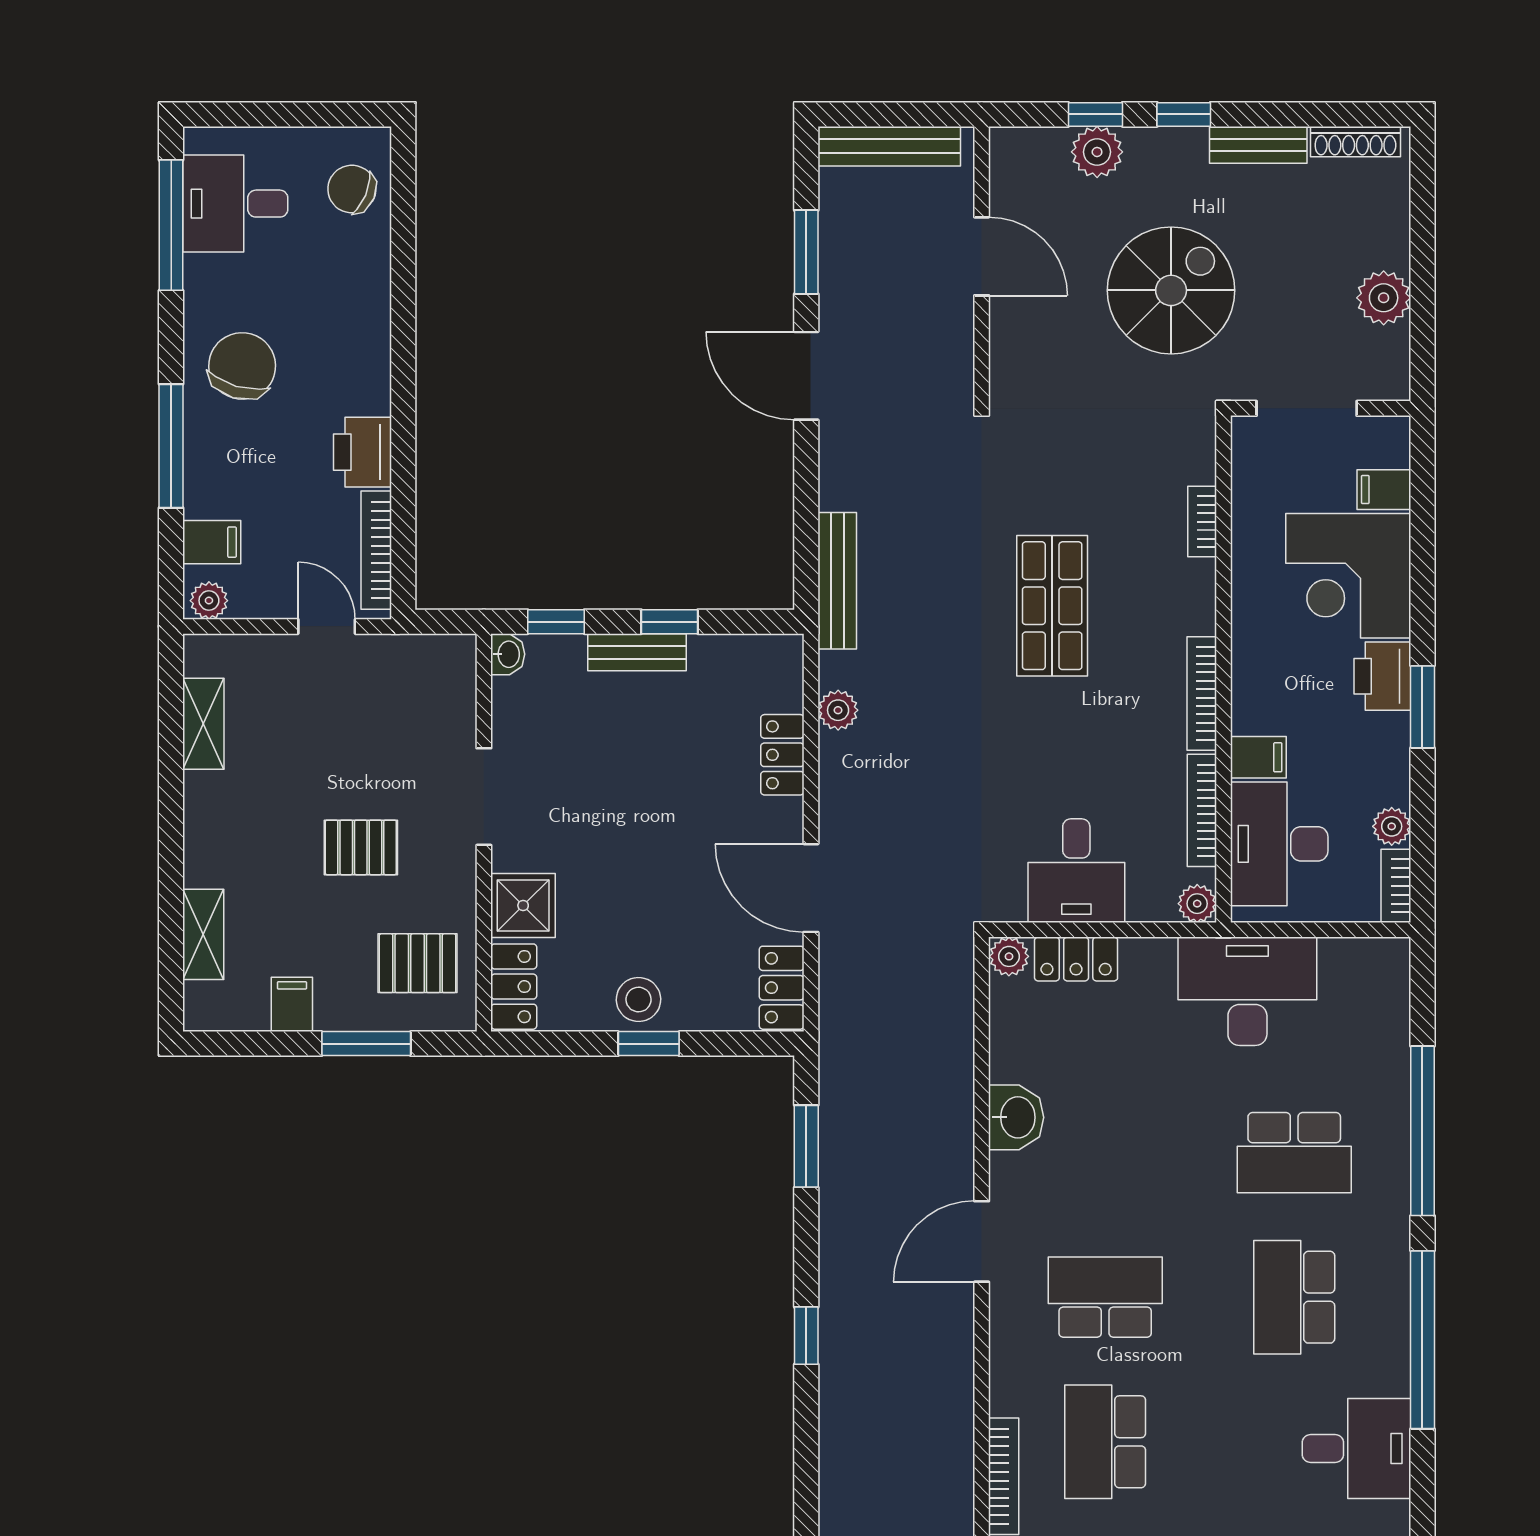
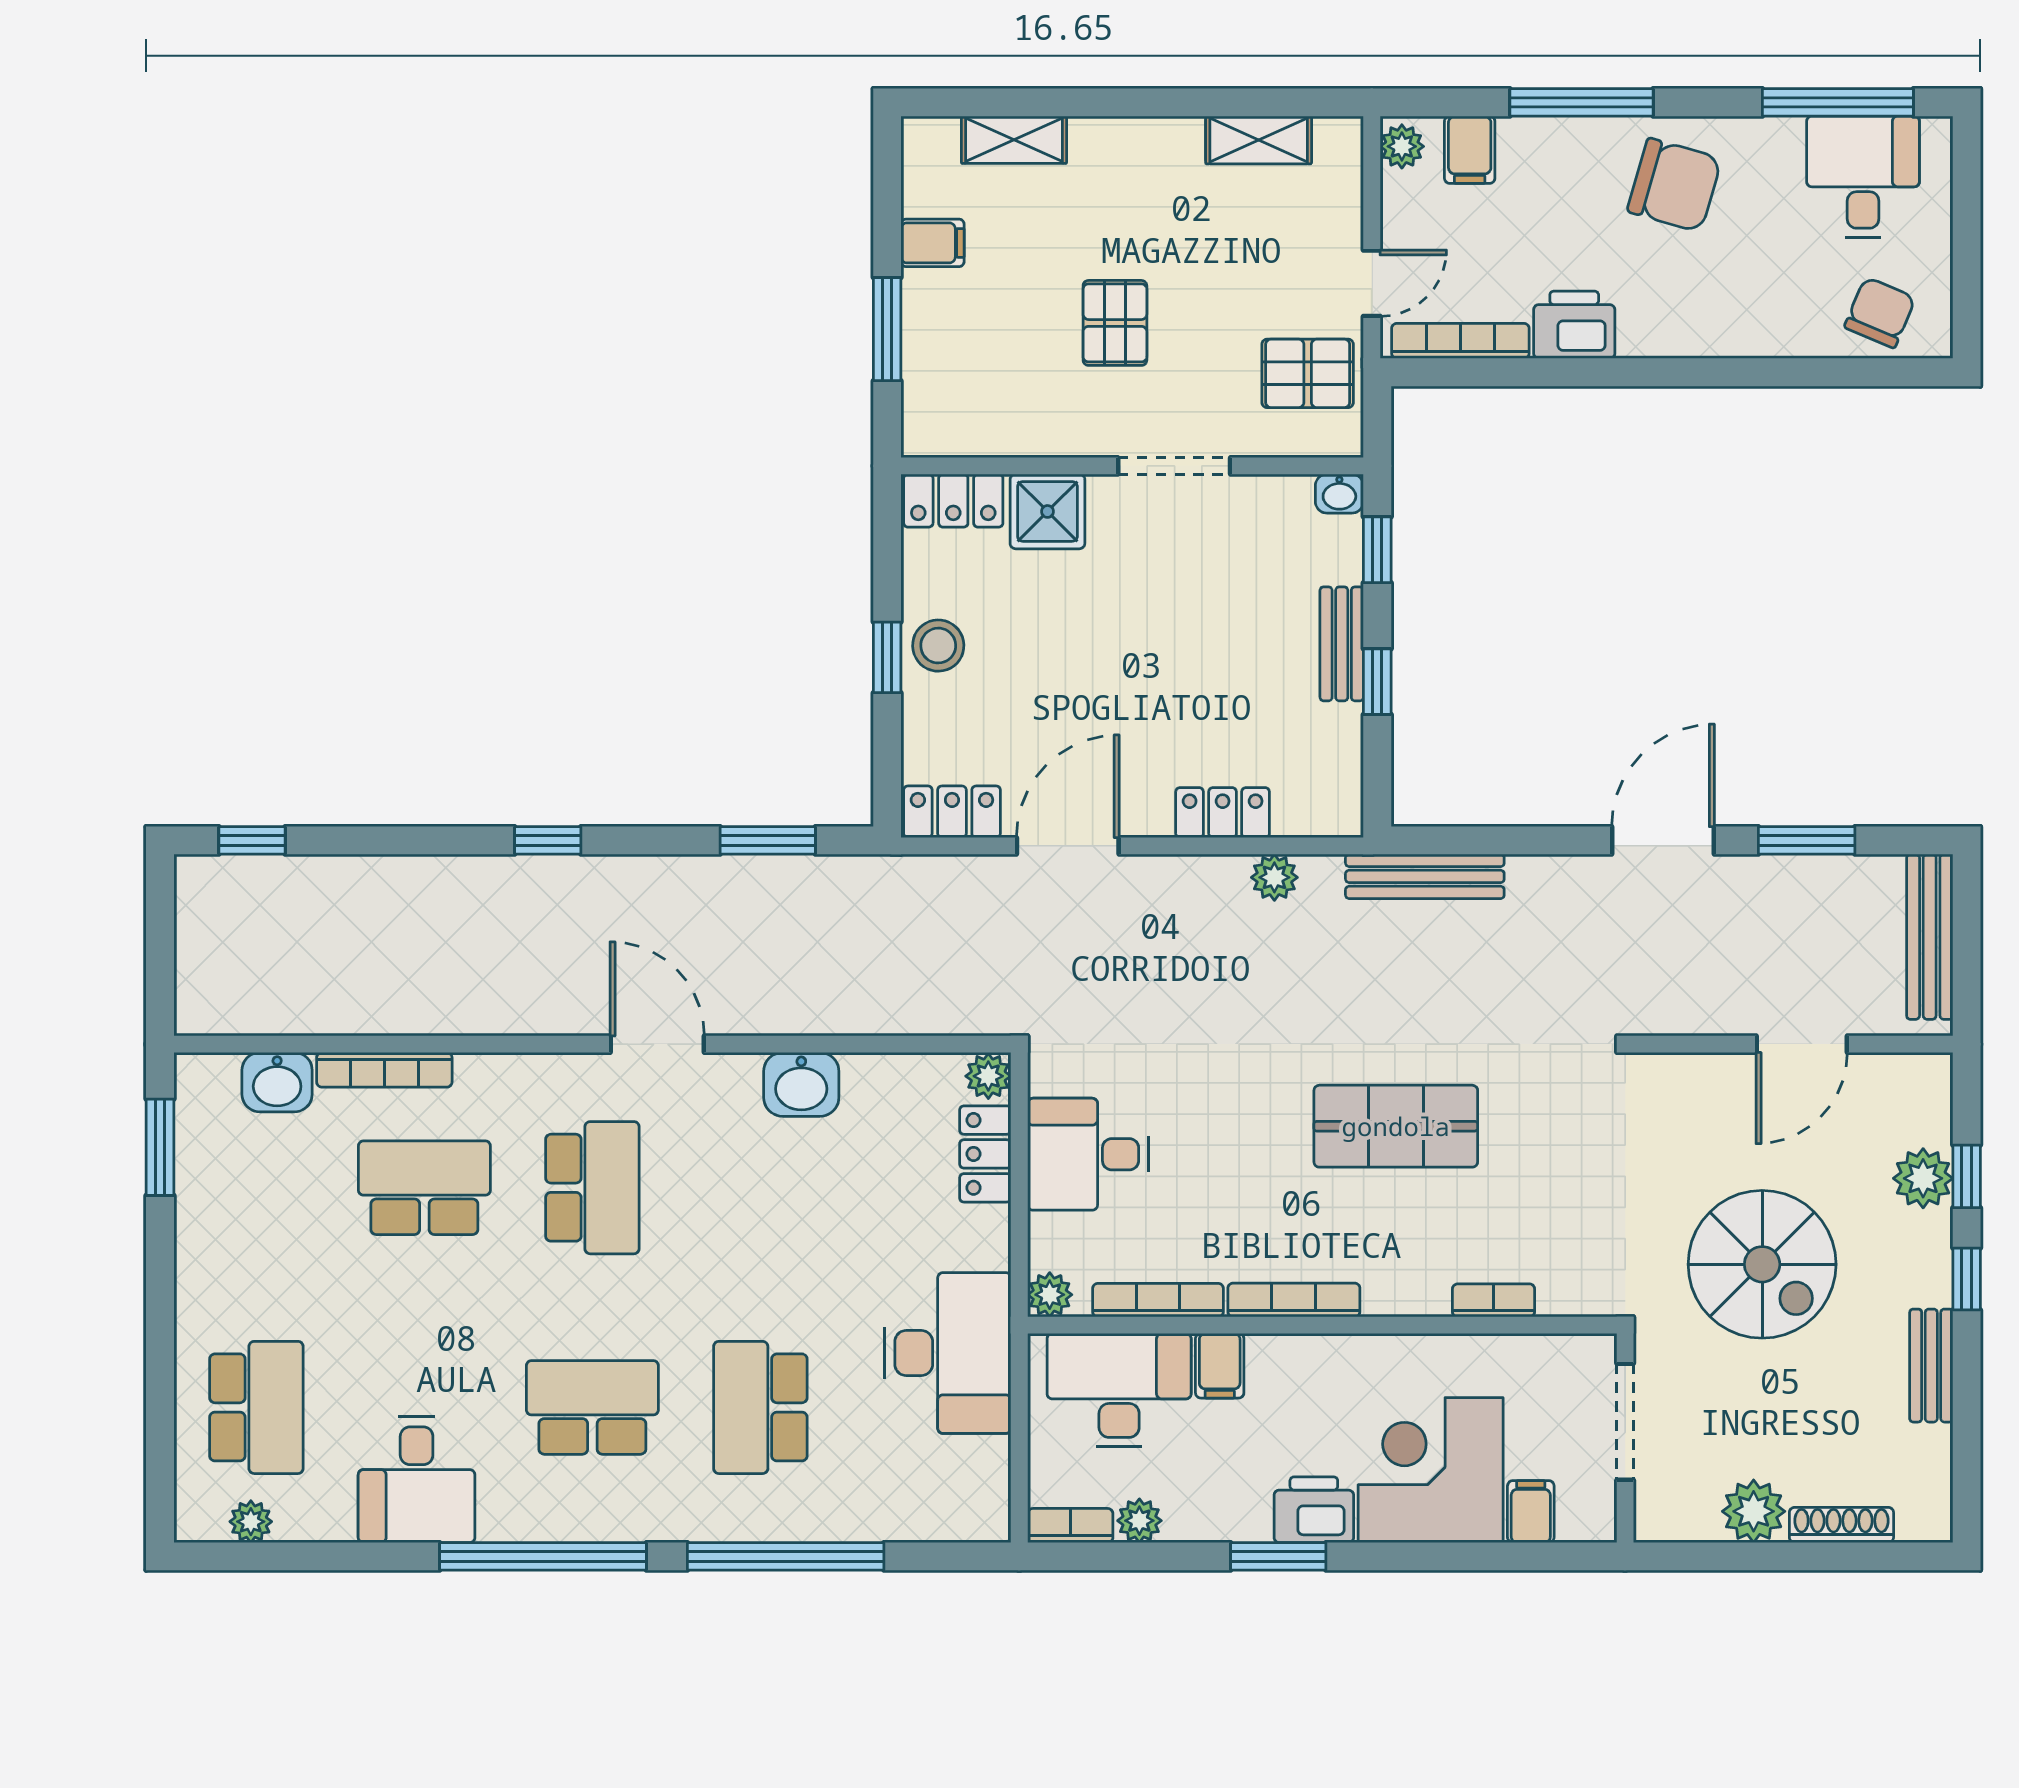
shoe rack: (1355, 142) -> (1841, 1525), moved, turned 90
pallet: (418, 963) -> (1308, 373), moved, turned 90

